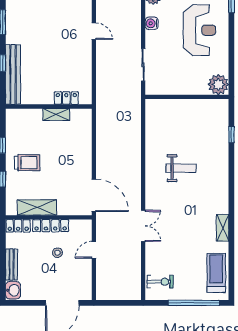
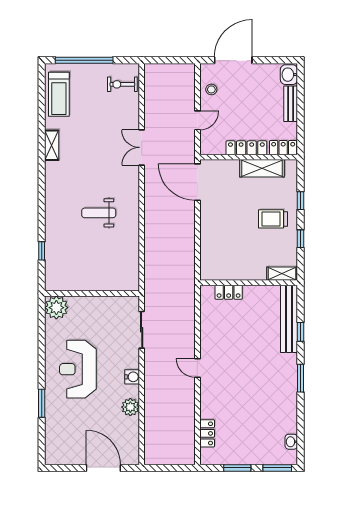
shelving: (56, 114) -> (282, 274), moved
stool: (57, 253) -> (211, 89), moved

